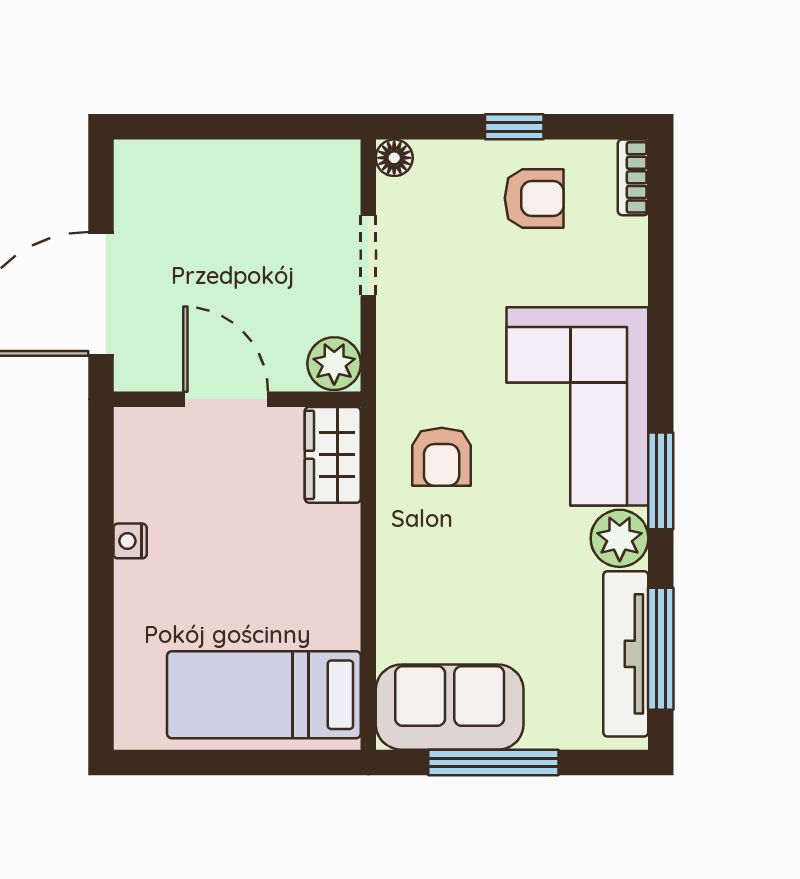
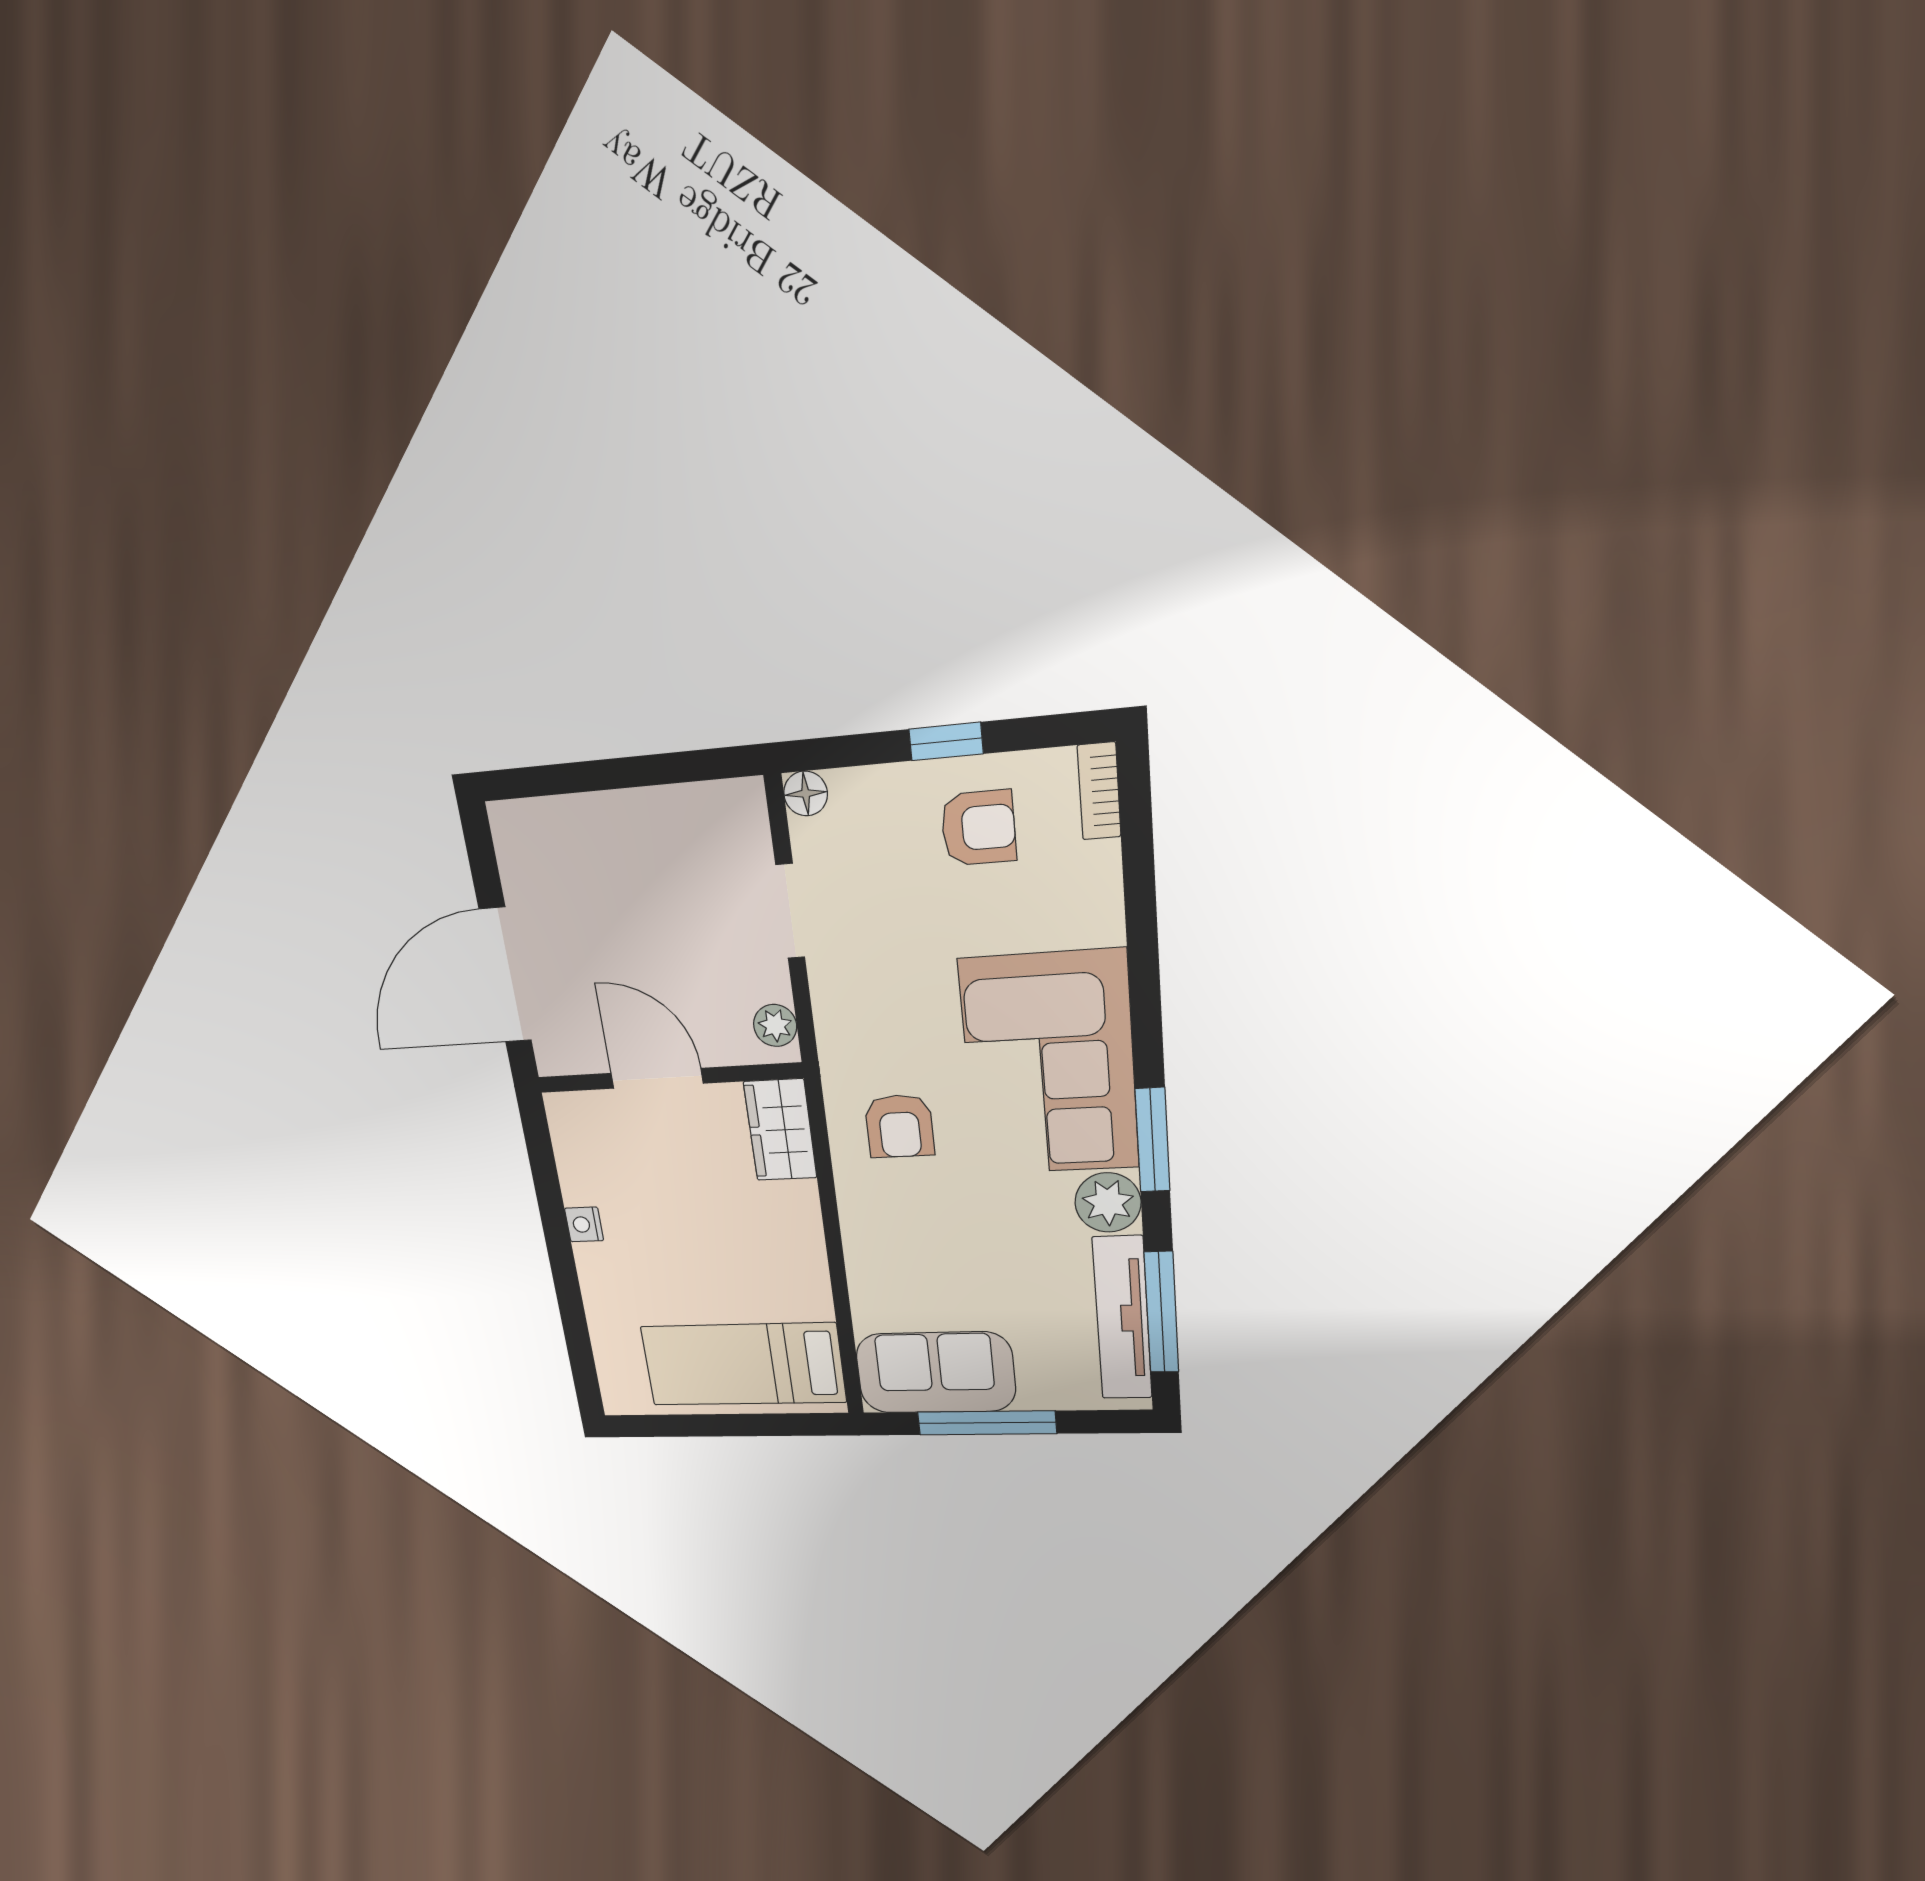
plant: (334, 364) -> (775, 1025), width x0.73, depth x0.73

